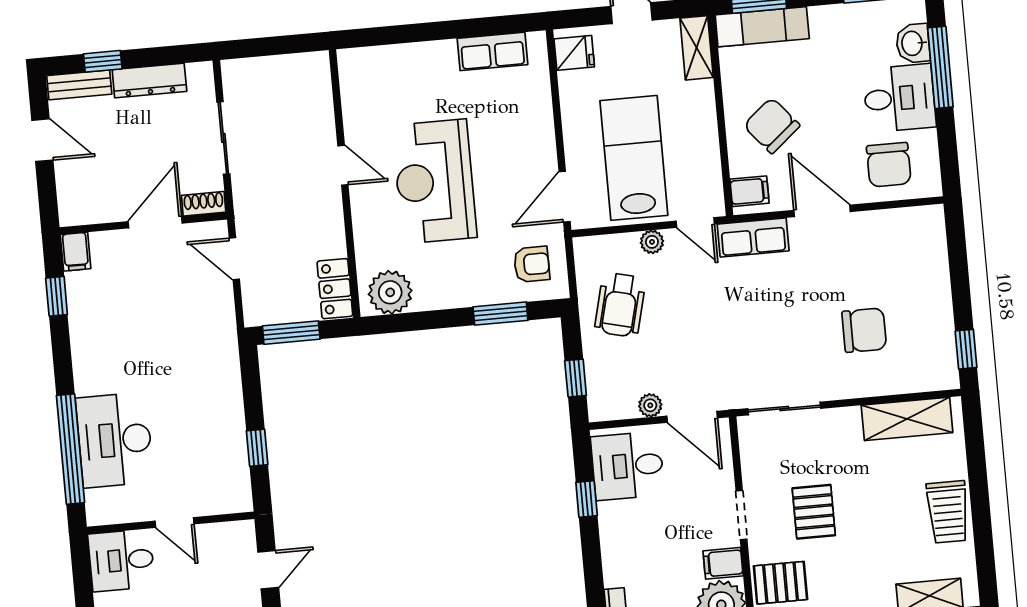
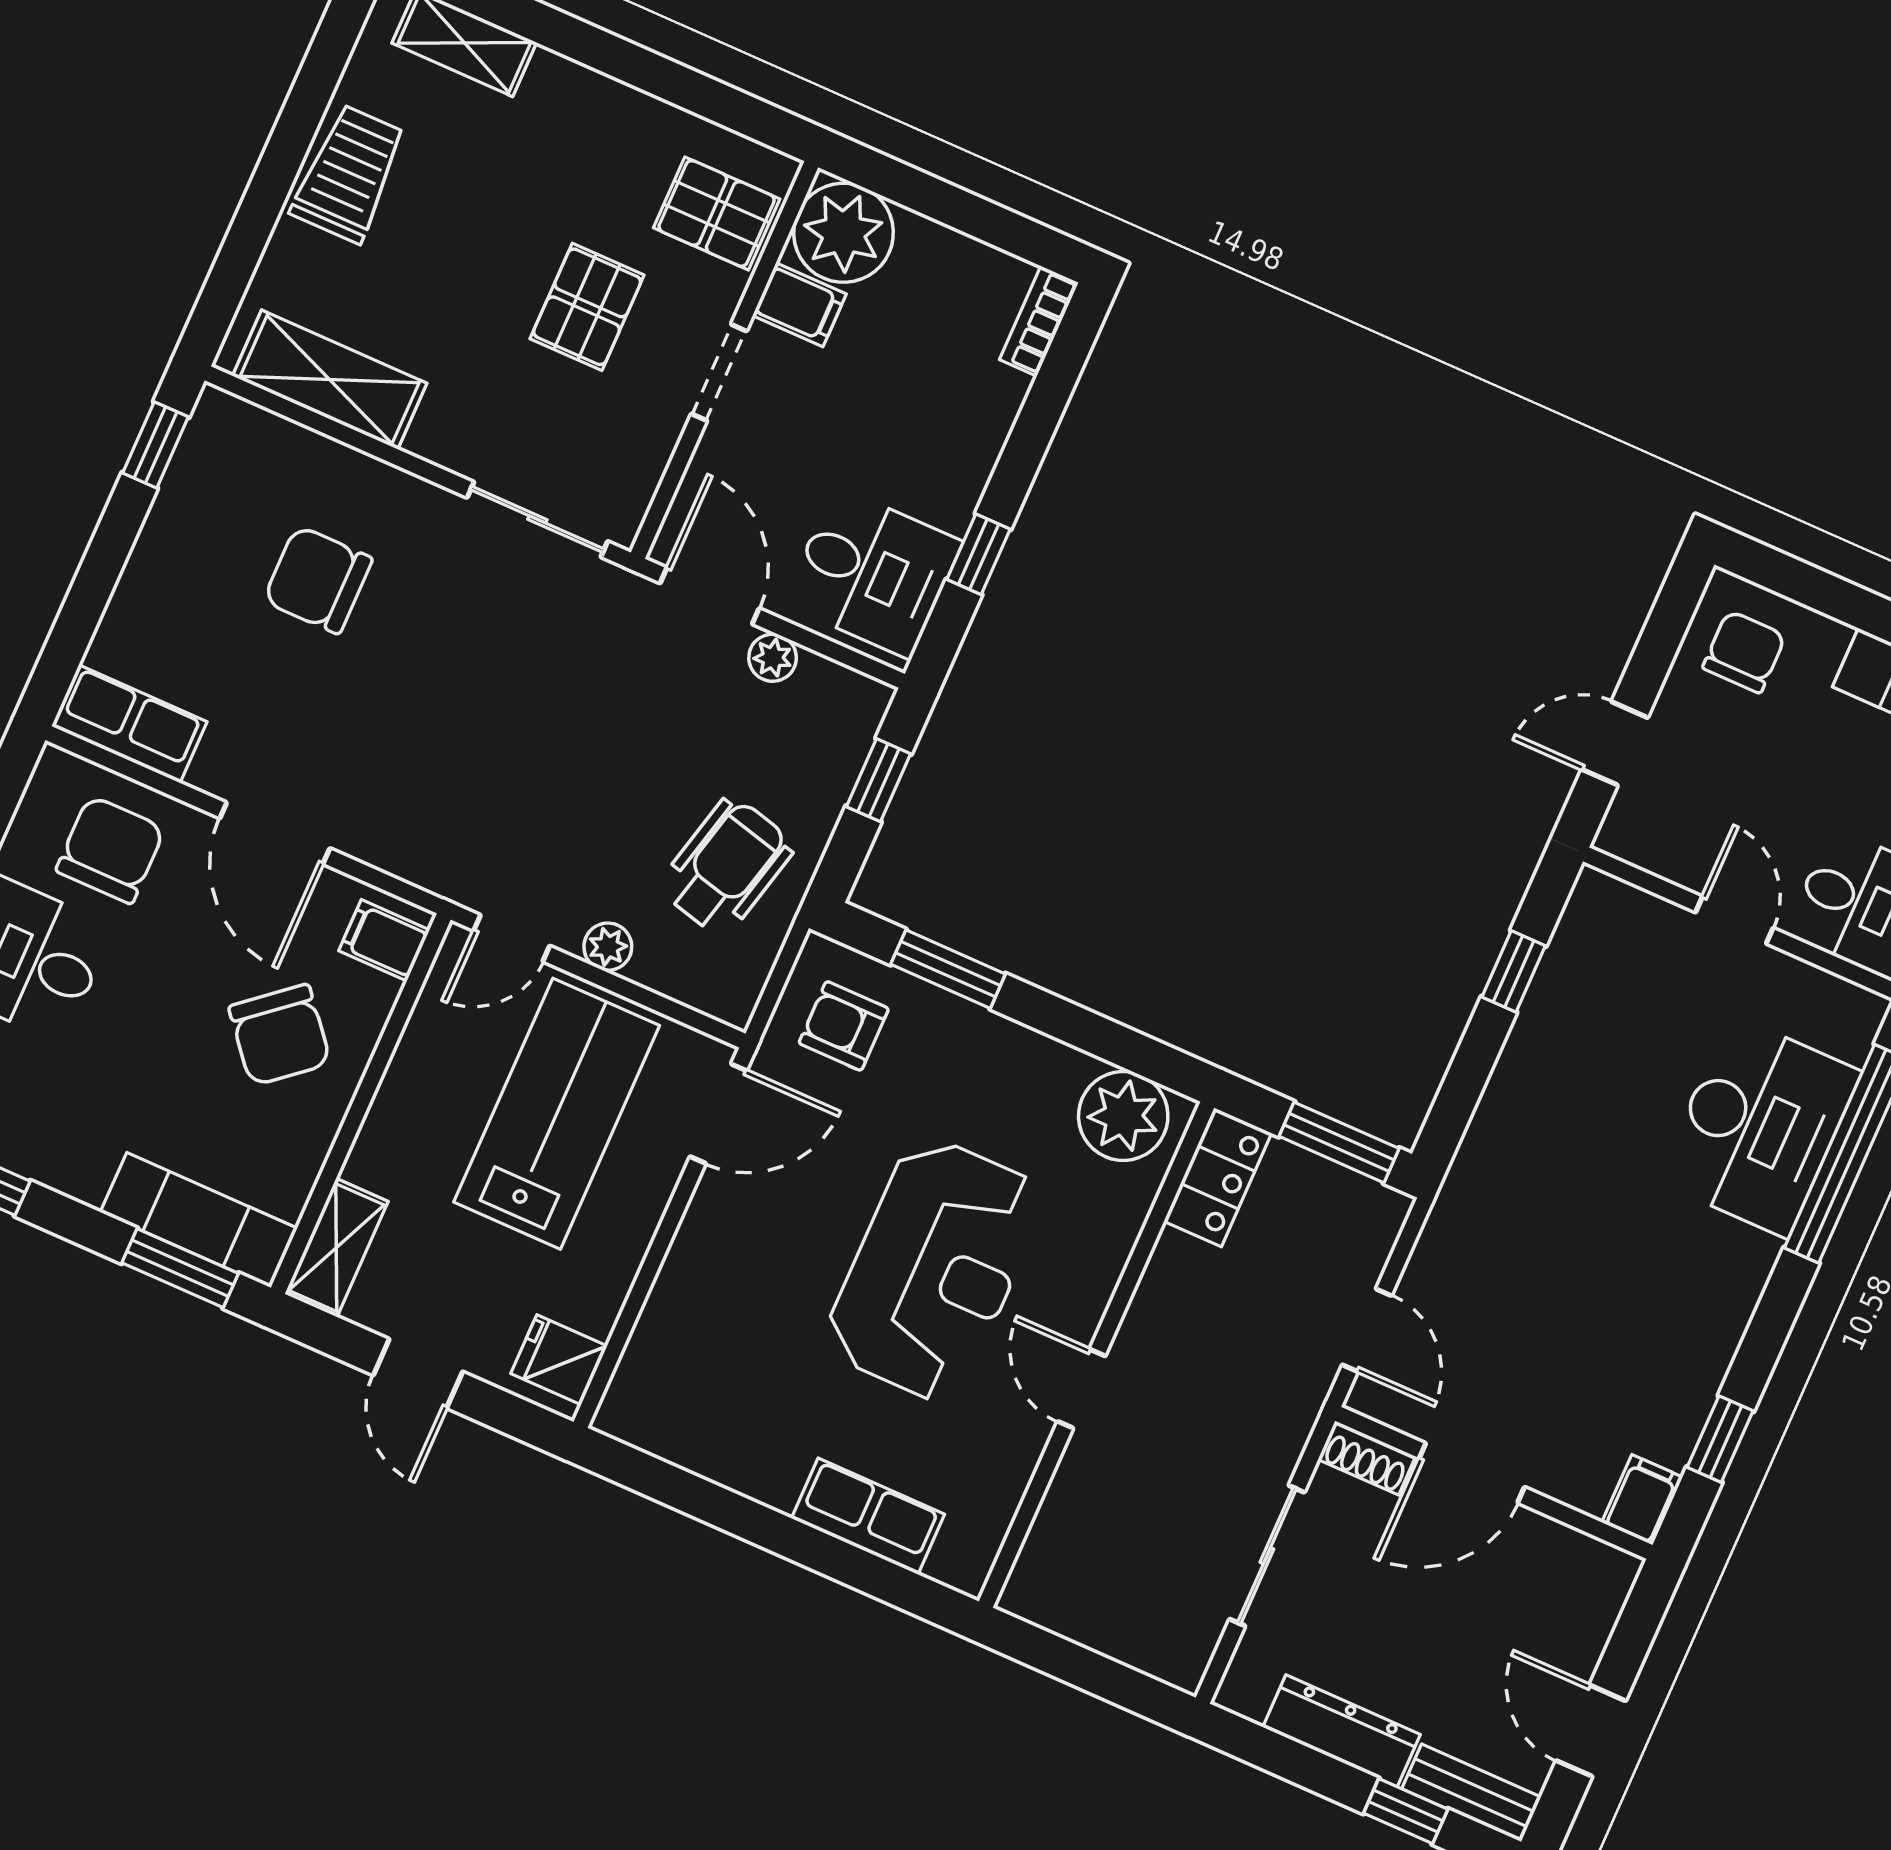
row of seats: (492, 51) -> (868, 1516), moved
lab bench: (634, 158) -> (557, 1114), turned 180
door: (695, 222) -> (512, 938), swing flipped
row of seats: (753, 238) -> (129, 724), moved

